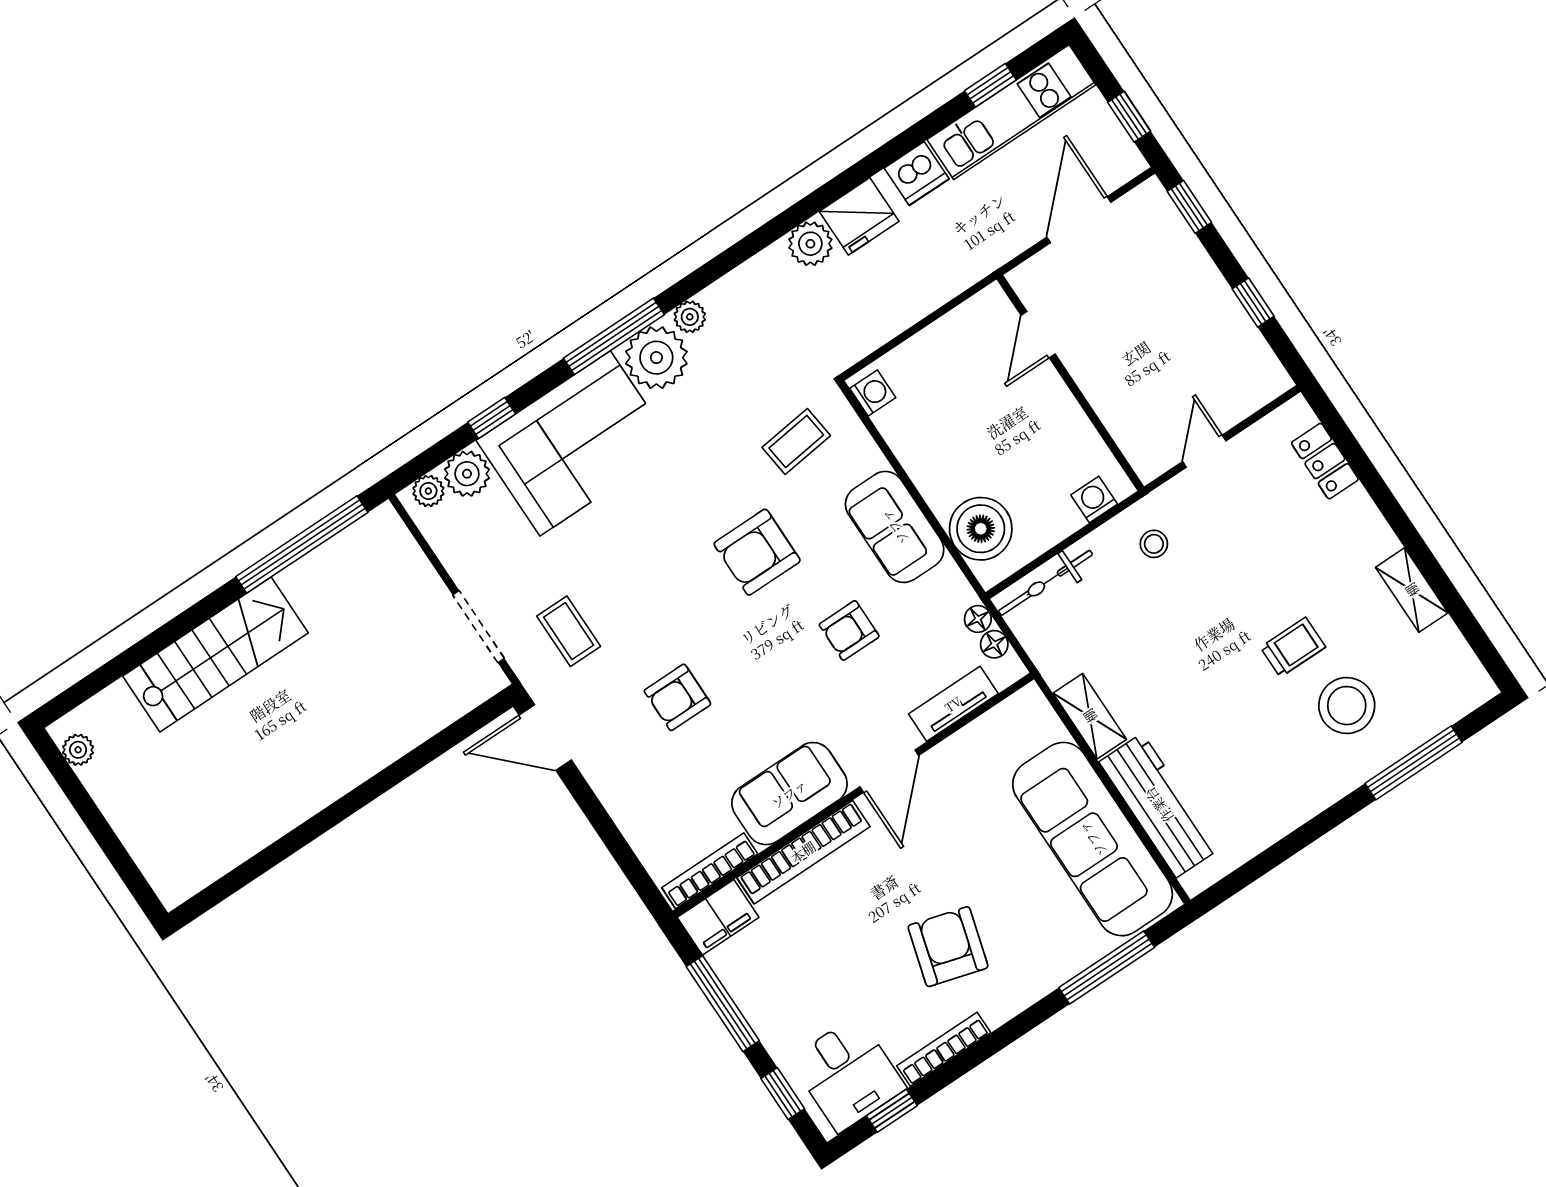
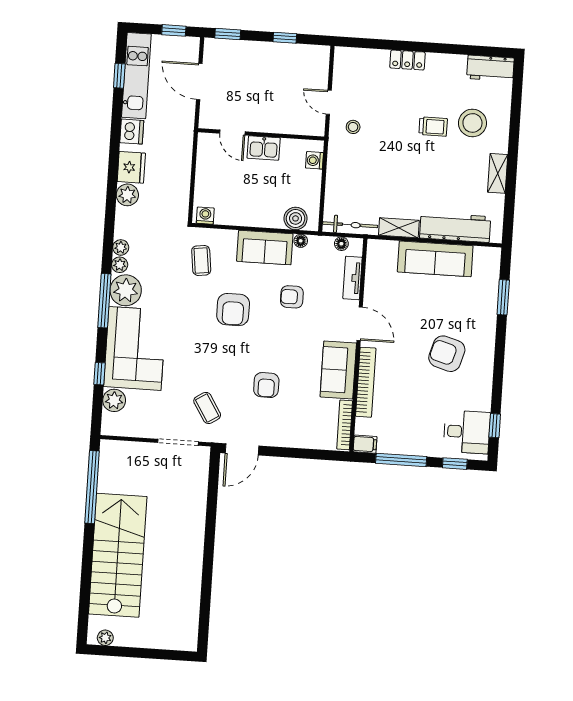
kitchen sink: (1052, 403) -> (264, 148), added
locker: (1325, 461) -> (407, 60), moved
plant: (428, 491) -> (121, 247), moved
boiler: (981, 529) -> (296, 218), width x0.73, depth x0.73
stool: (1154, 544) -> (353, 127), moved
bicycle: (1046, 583) -> (350, 225), moved, turned -90
shelving: (1412, 590) -> (498, 173), moved, turned 90
floor lamp: (978, 619) -> (301, 241), moved
armchair: (849, 630) -> (292, 297), turned 90
coffee table: (569, 631) -> (207, 408), turned 58
trolley: (1293, 647) -> (433, 127), turned 90
stairs: (215, 655) -> (118, 555), width x1.36, depth x1.51
workbench: (1456, 667) -> (490, 68), added
window: (1414, 763) -> (515, 114), removed
sofa: (1093, 839) -> (435, 259), width x0.74, depth x0.79
filing cabinet: (718, 917) -> (365, 444), width x0.50
window: (1107, 967) -> (503, 297), width x0.69
bookcase: (944, 1049) -> (486, 386), removed

